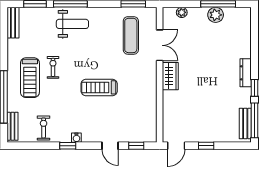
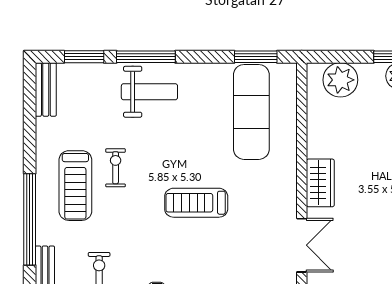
plant: (182, 12) -> (340, 80), width x1.87, depth x1.87
exercise mat: (131, 35) -> (251, 112), width x1.36, depth x1.45
double door: (160, 45) -> (302, 245), moved

